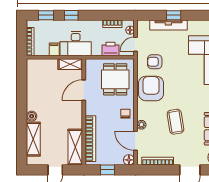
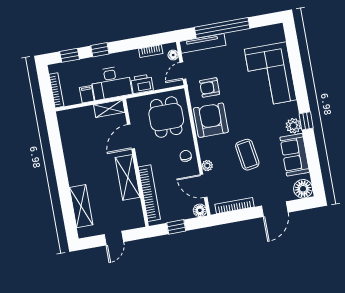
window: (174, 15) -> (222, 28), width x3.17
tv unit: (168, 25) -> (203, 43), moved
printer: (110, 49) -> (142, 84), moved
boiler: (32, 116) -> (74, 179), removed
shelving: (75, 147) -> (128, 177), moved

